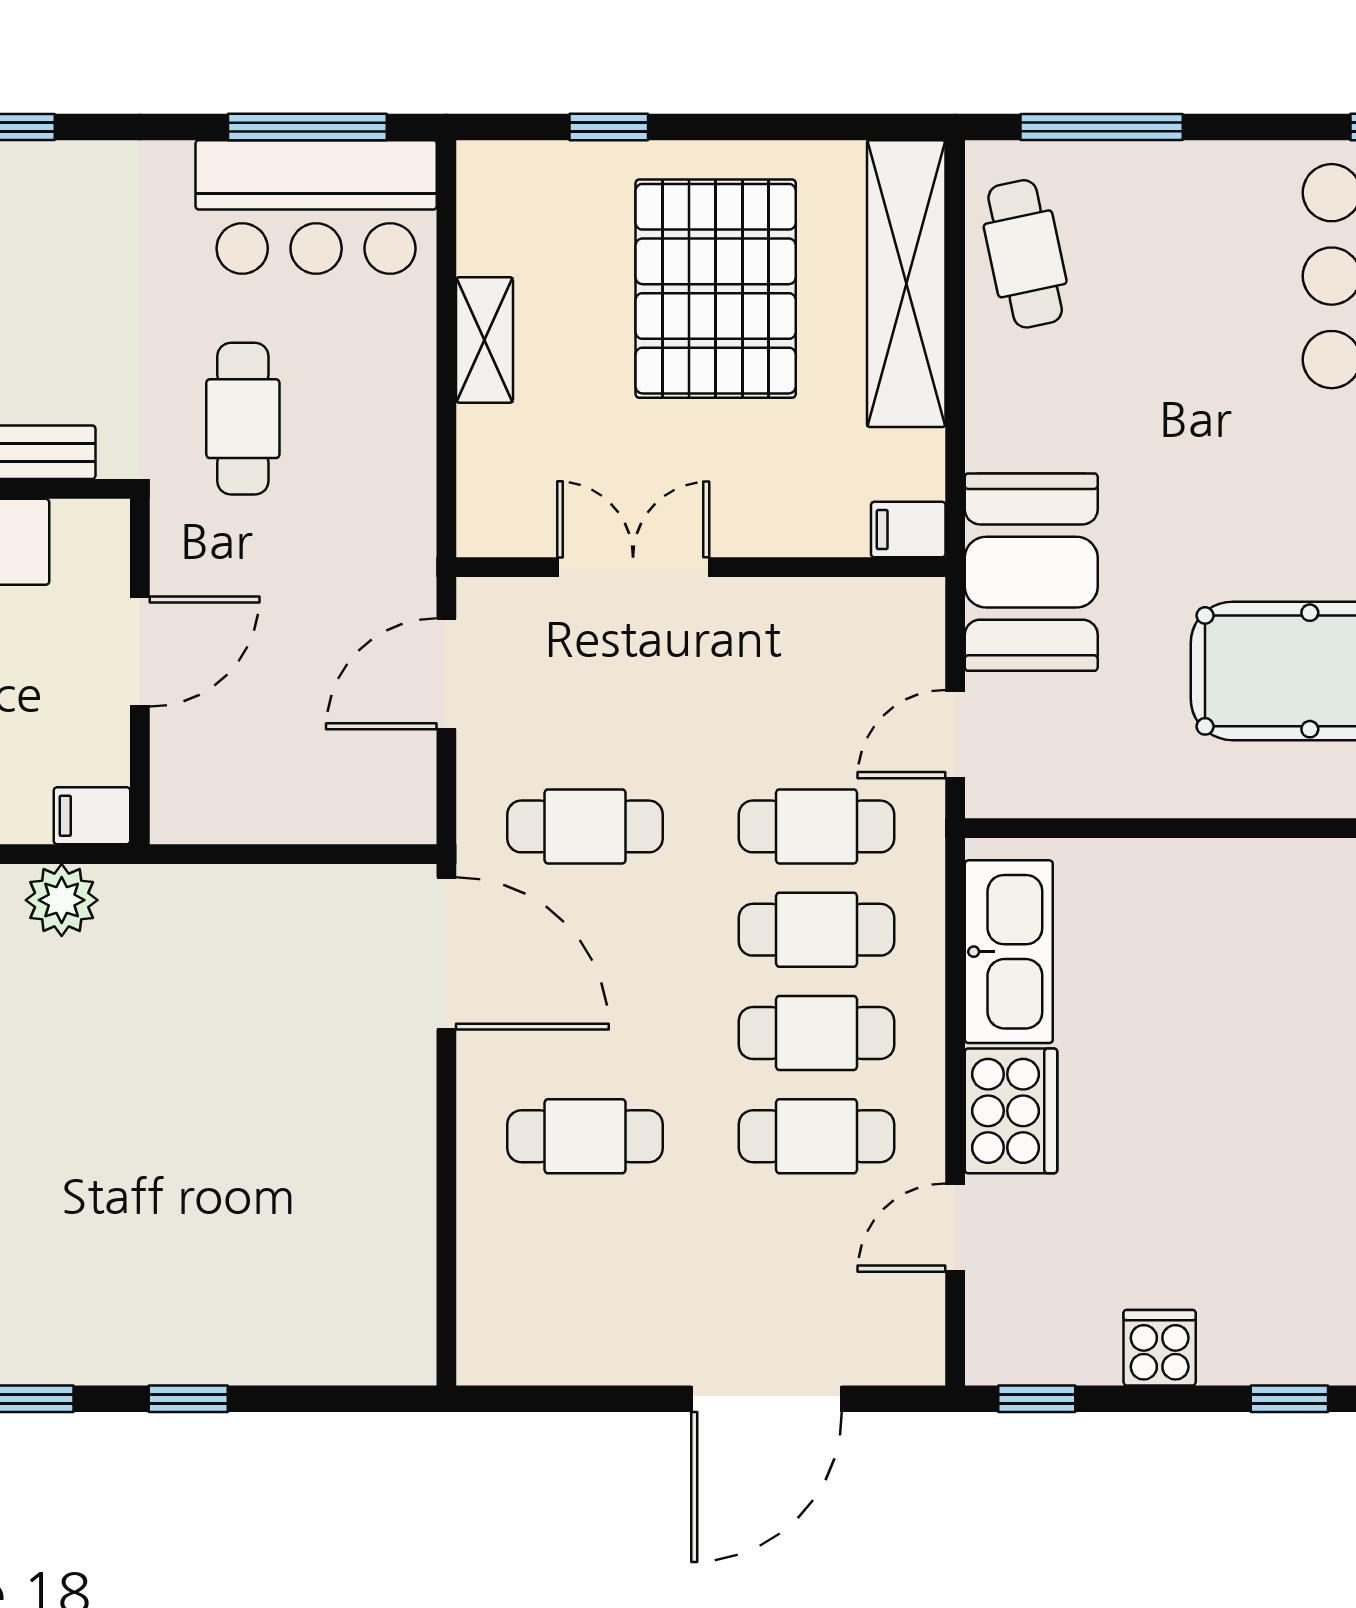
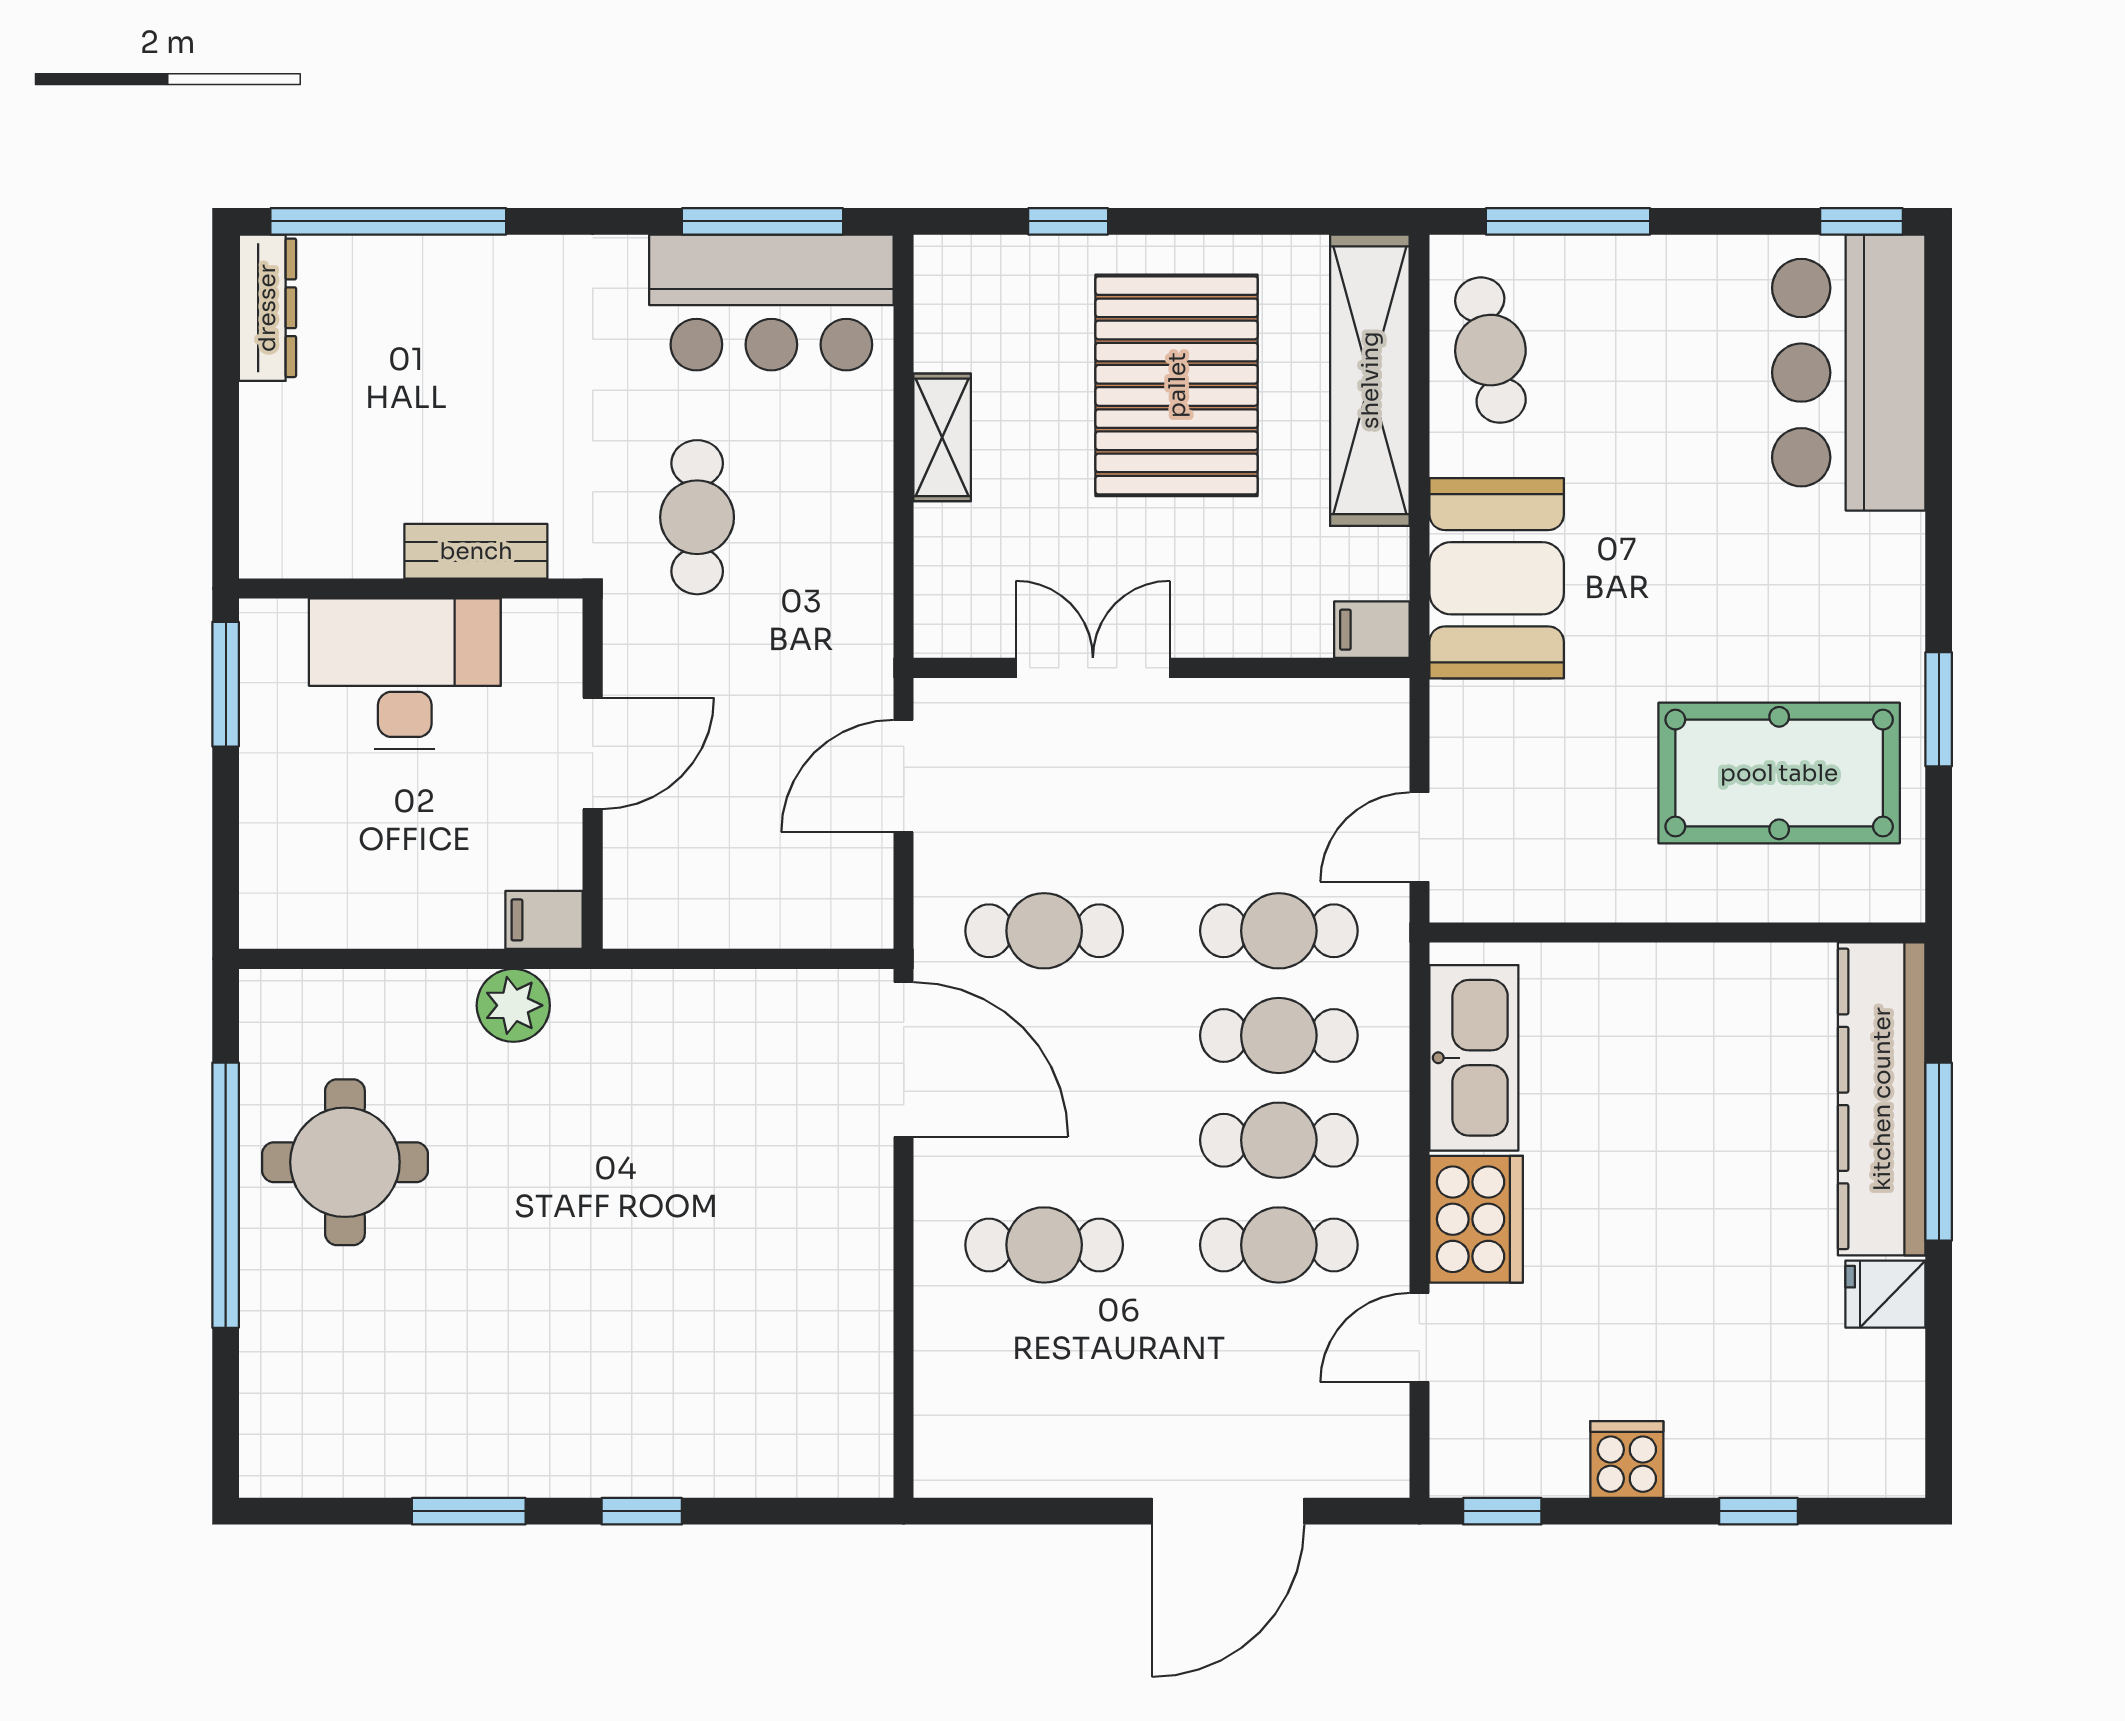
booth: (1031, 572) -> (1497, 578), moved

